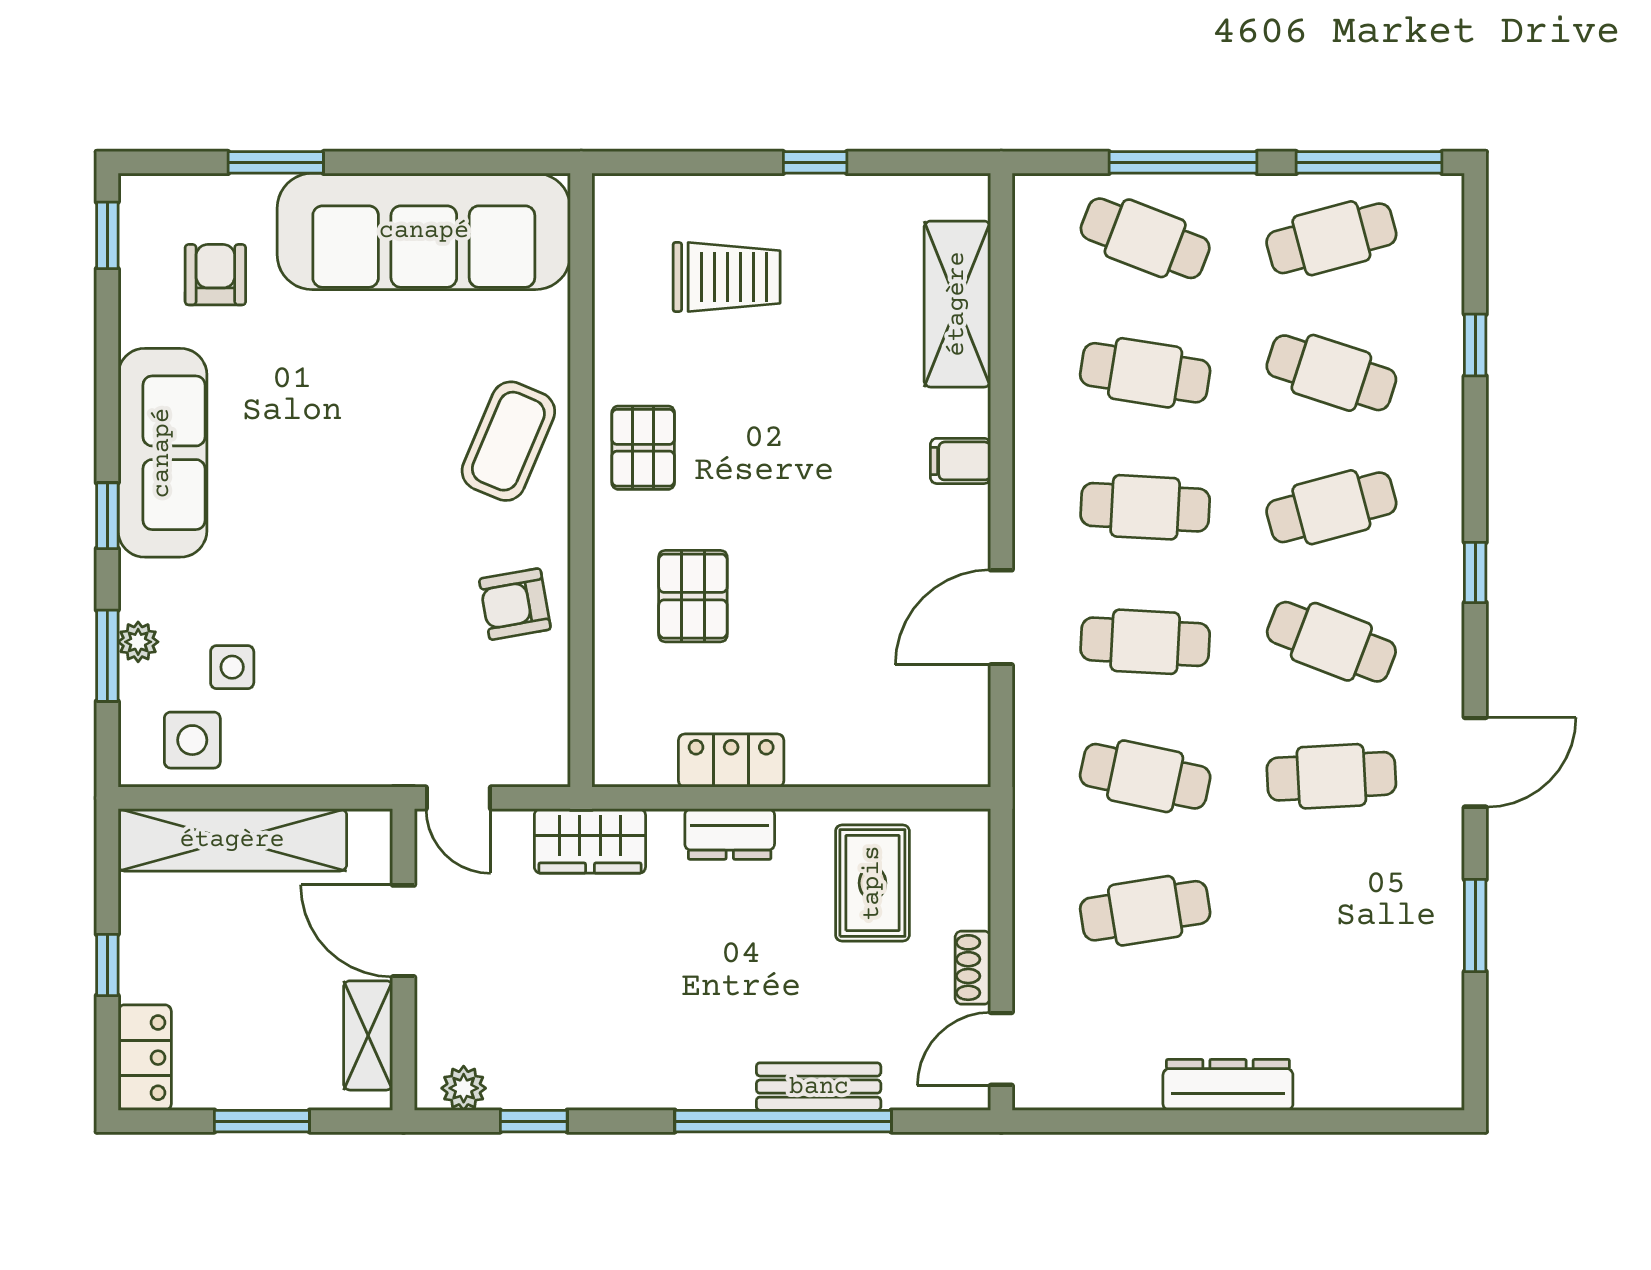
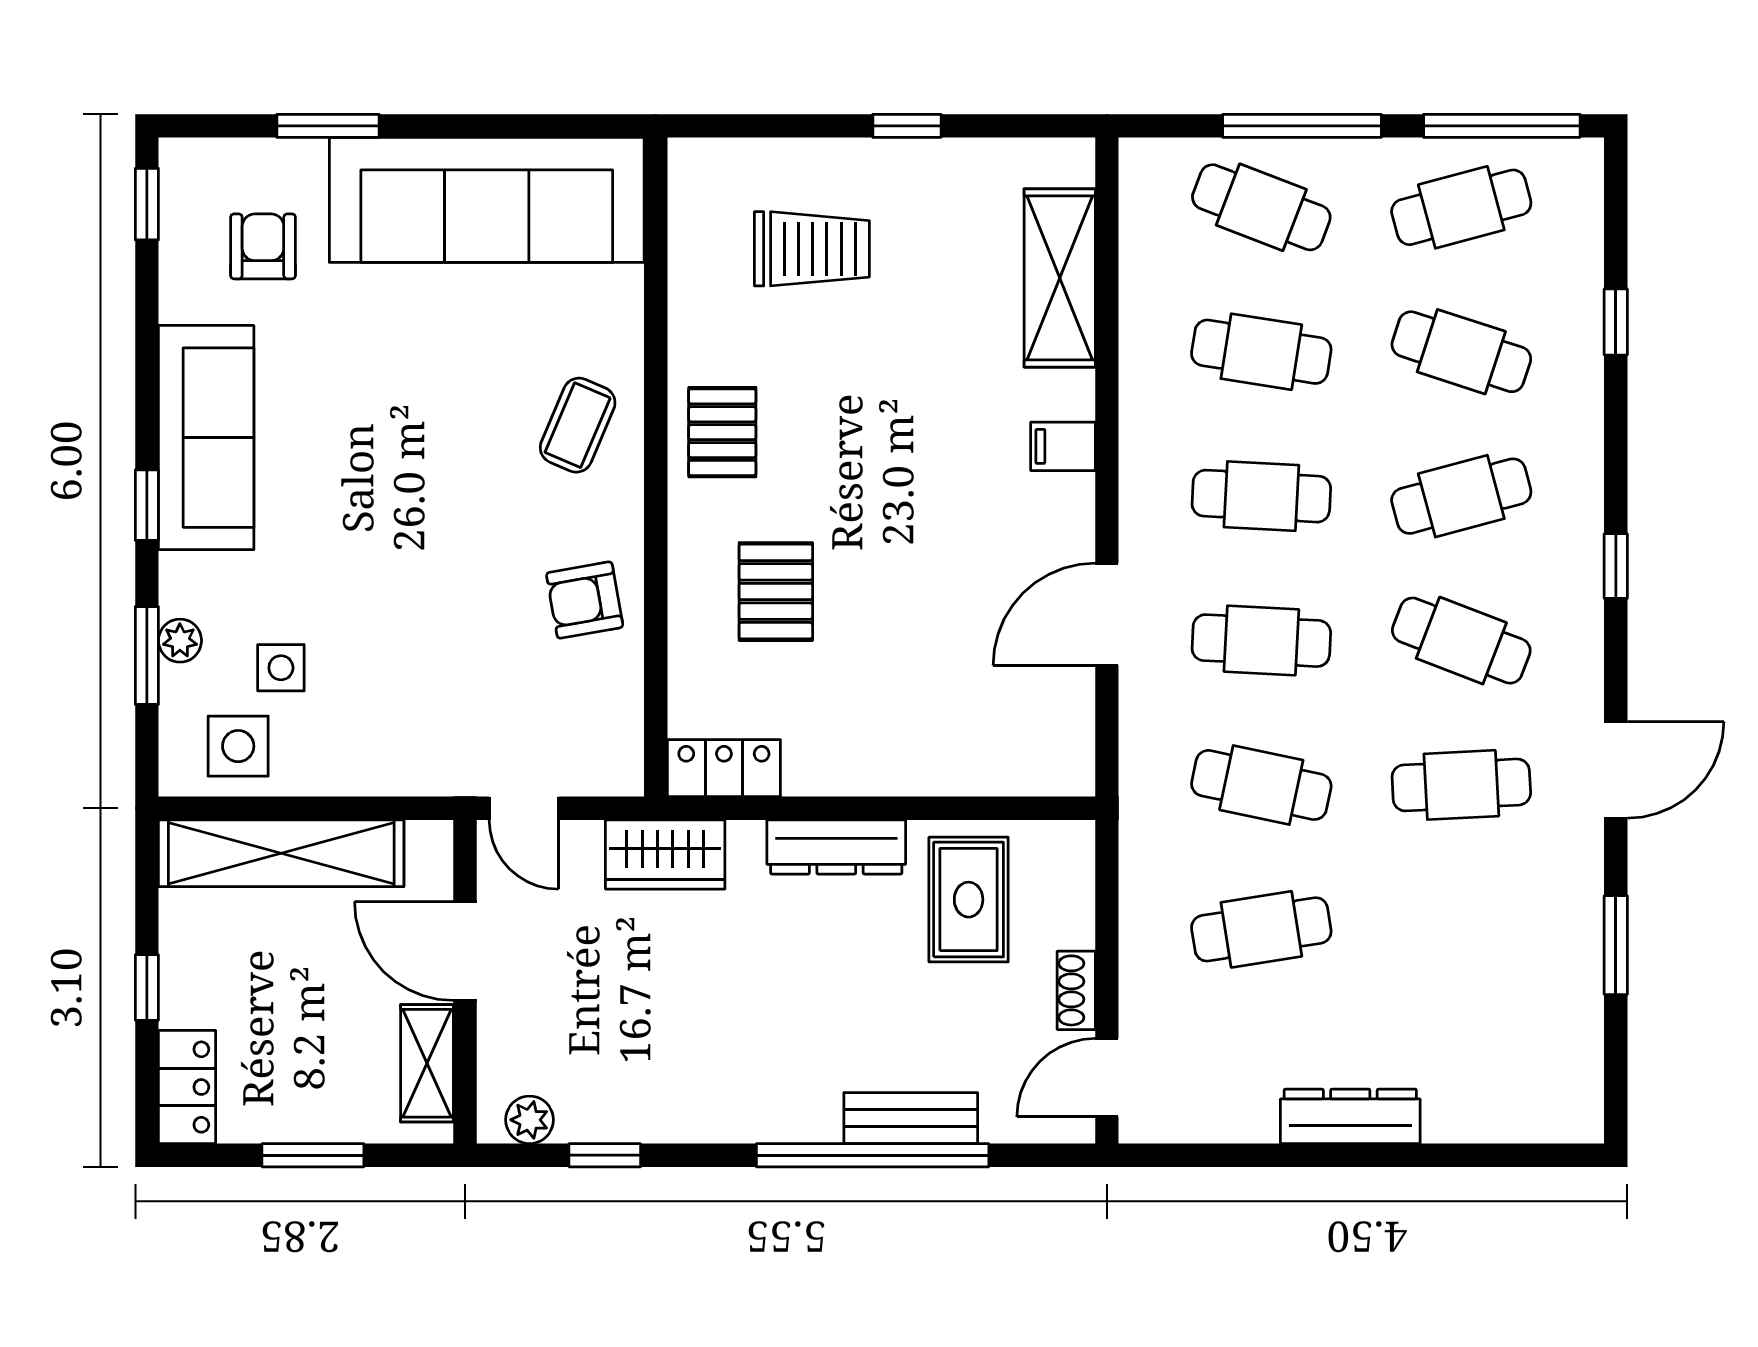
coffee table: (508, 441) -> (578, 425), width x0.73, depth x0.77
locker: (731, 761) -> (724, 768), moved
dresser: (730, 834) -> (836, 847), width x1.44

